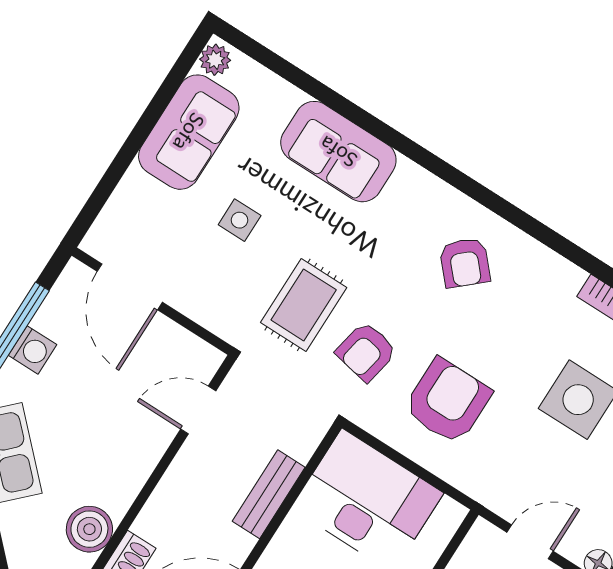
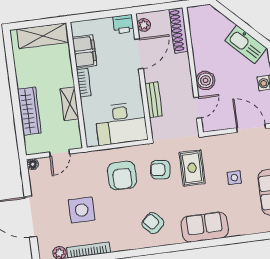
sofa: (338, 152) -> (205, 227), moved
armchair: (366, 352) -> (160, 170), turned -93
boiler: (89, 529) -> (205, 80), moved

